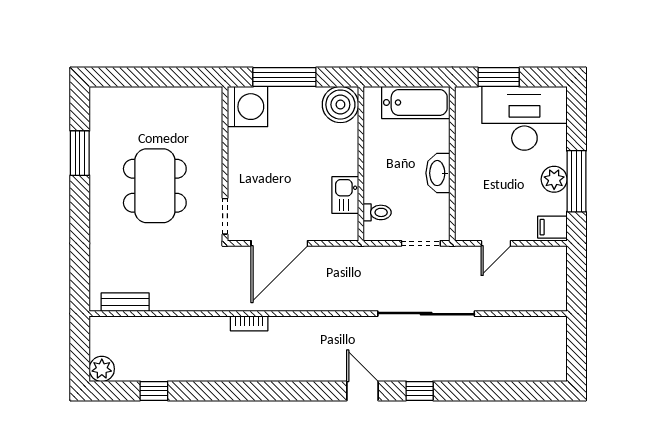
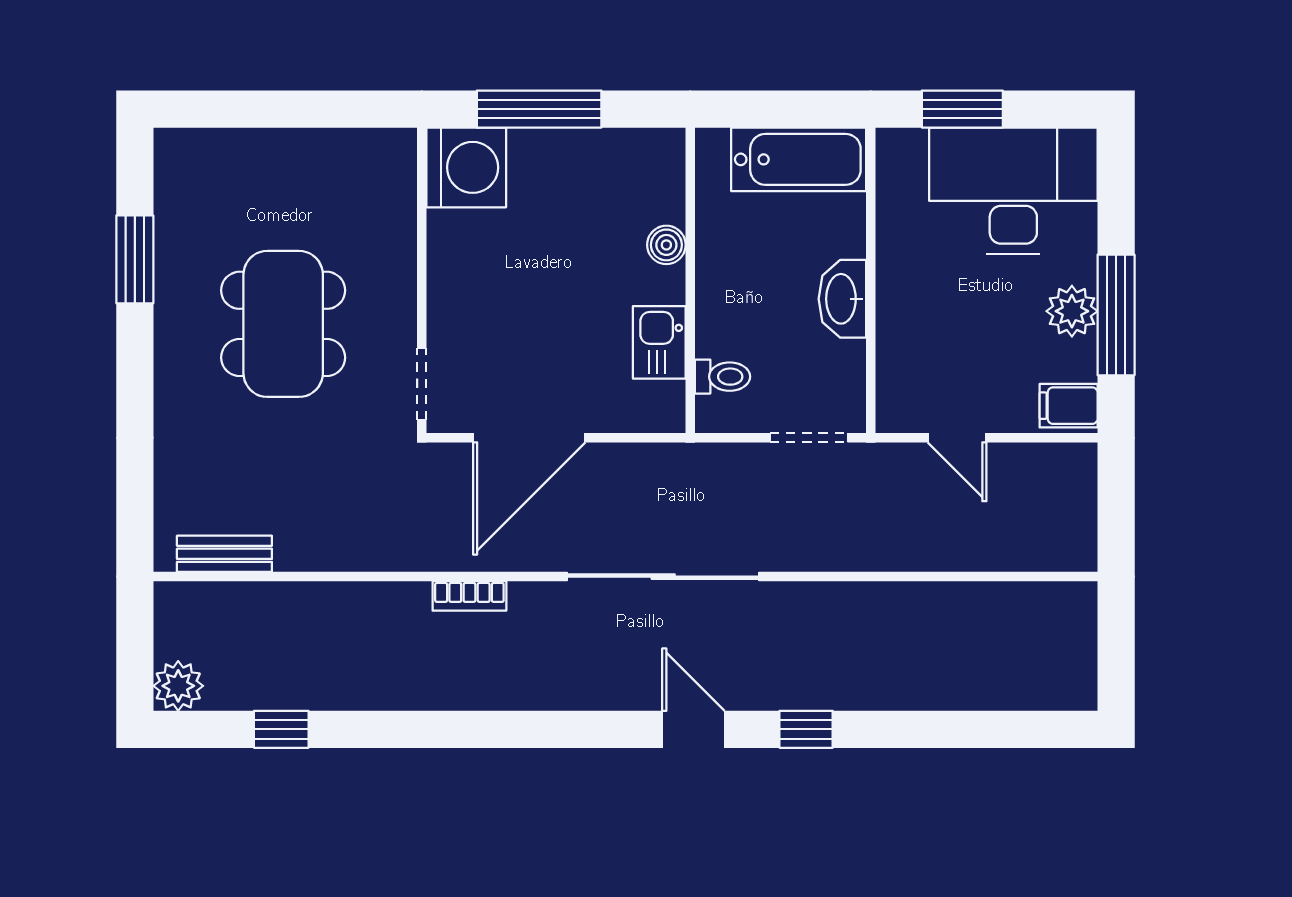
boiler: (340, 105) -> (666, 245), moved, width x0.54, depth x0.54
door: (496, 243) -> (957, 438), hinge flipped
sliding door: (426, 314) -> (663, 577), moved

